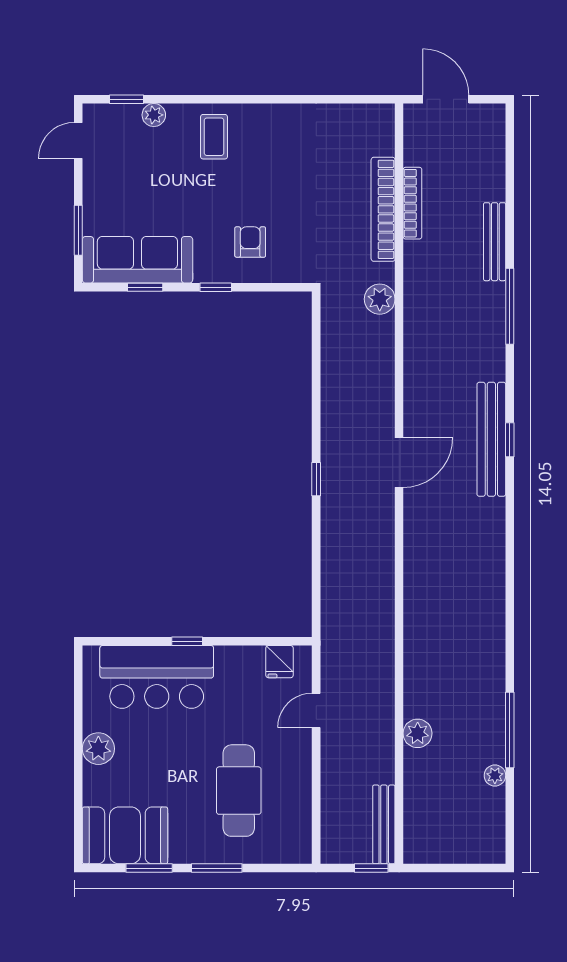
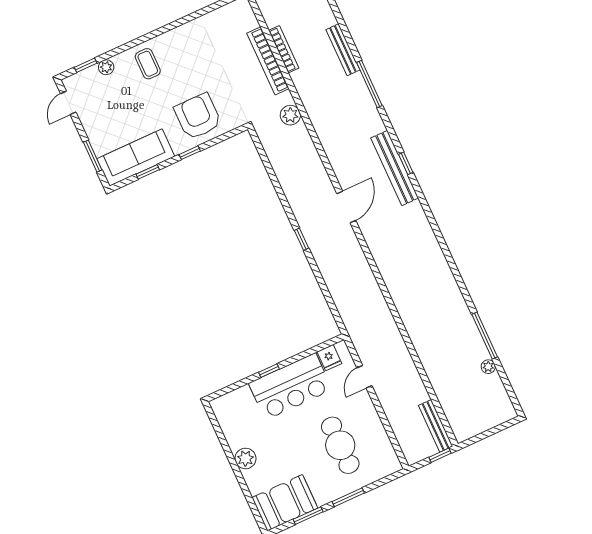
armchair: (250, 242) -> (198, 116), width x1.88, depth x1.88
bar counter: (157, 677) -> (290, 386), moved
plant: (418, 733) -> (431, 363), removed

